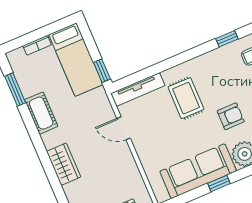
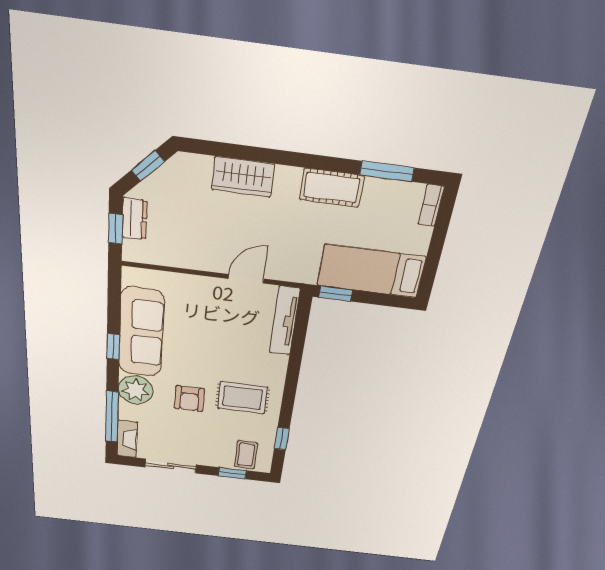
bookcase: (37, 45) -> (431, 205), moved
rug: (186, 98) -> (243, 398), moved

